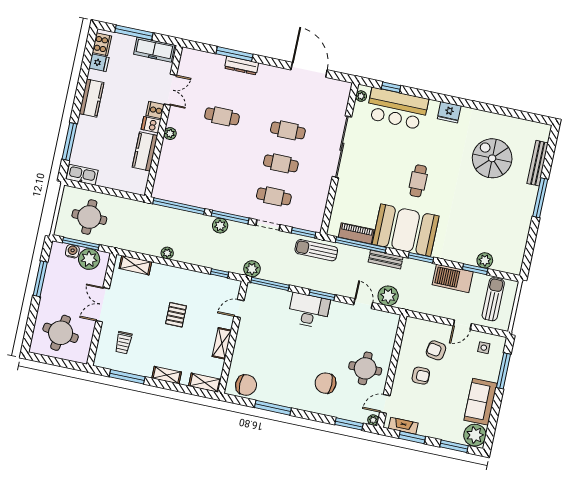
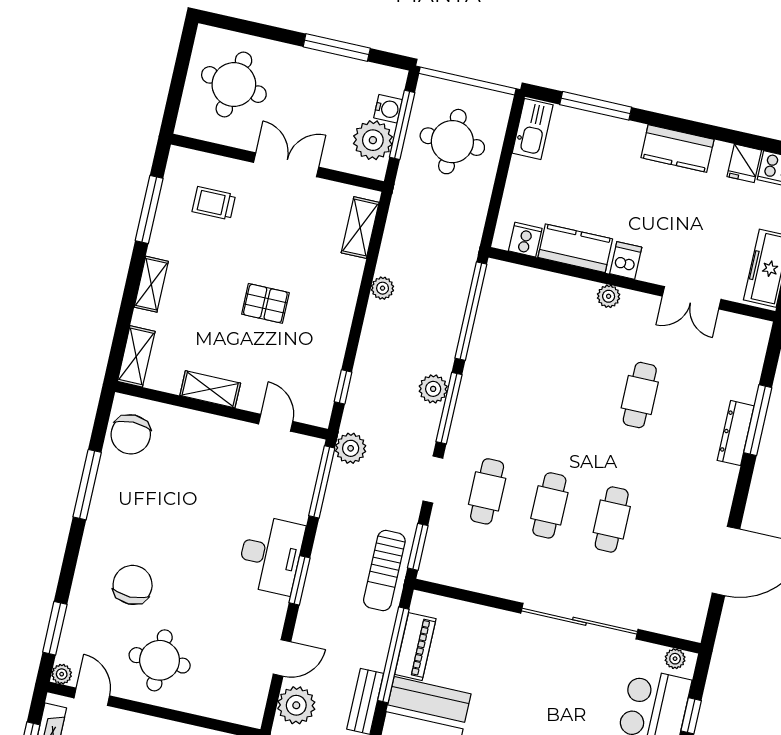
cooker: (155, 110) -> (525, 240), moved
sun lounger: (316, 250) -> (384, 571), turned 180

